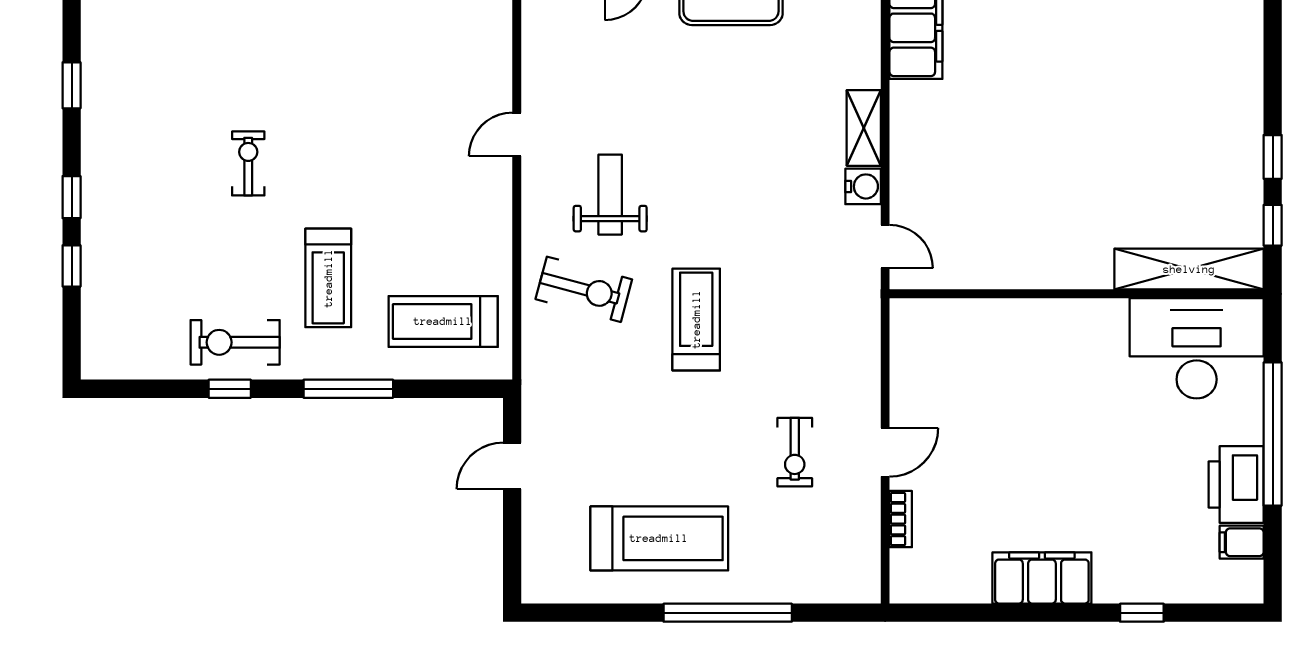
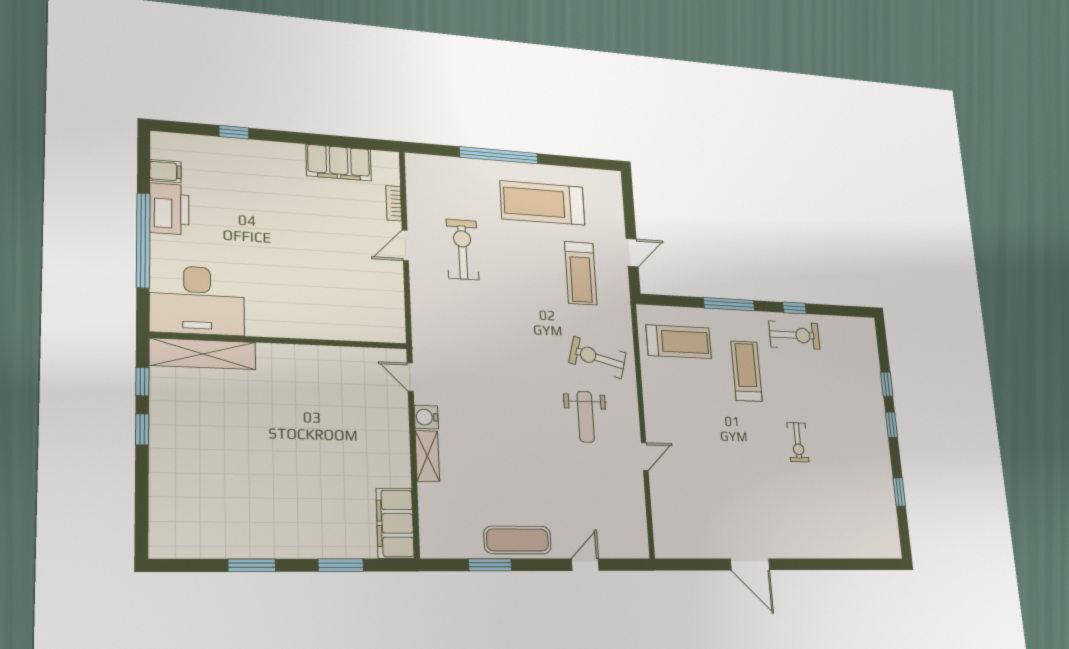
treadmill: (696, 319) -> (581, 273), moved
exercise bike: (795, 452) -> (463, 249), width x1.38, depth x1.39
filing cabinet: (1042, 578) -> (339, 163), moved

